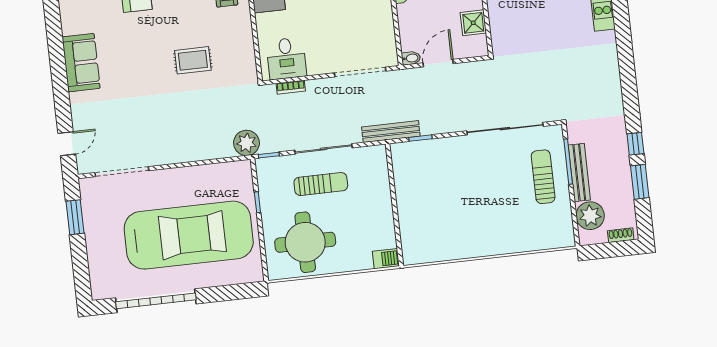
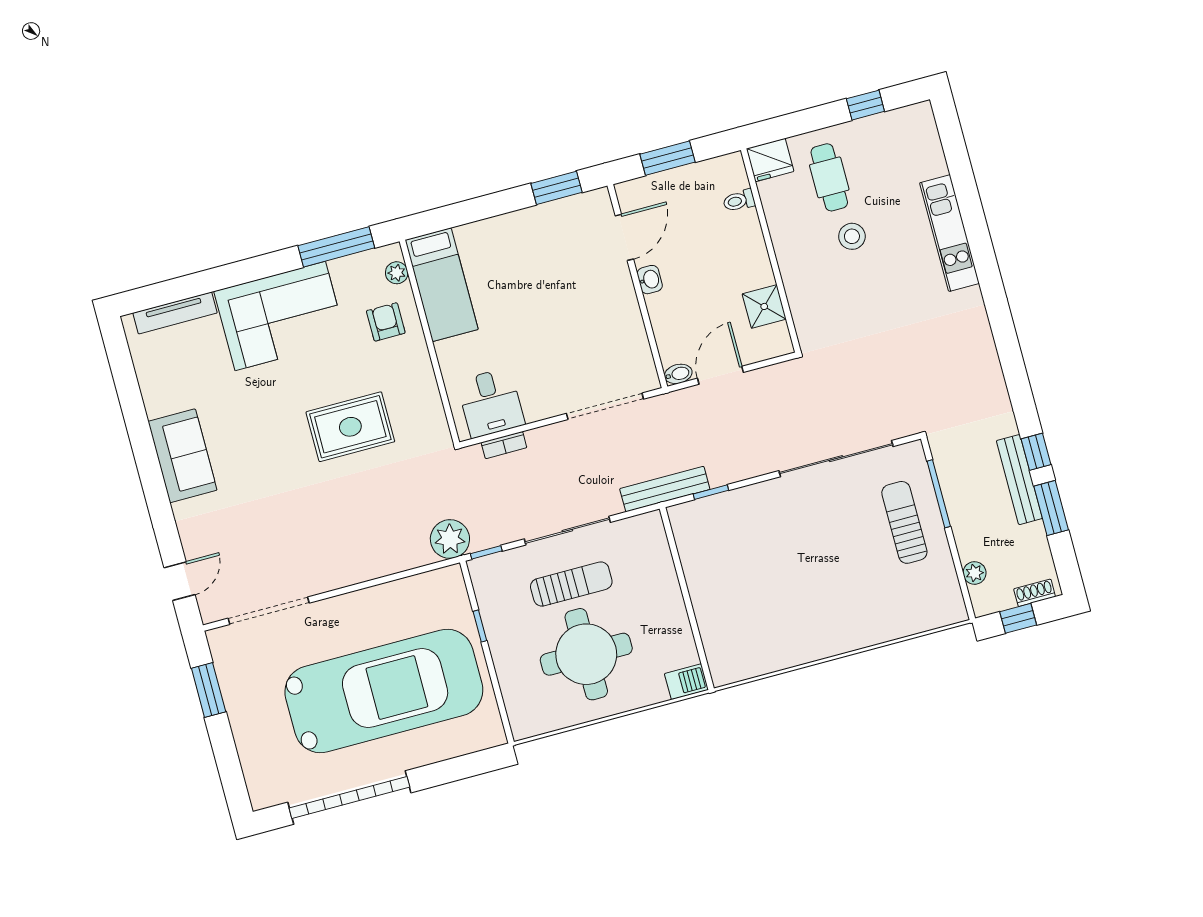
rug: (193, 60) -> (350, 427), width x1.36, depth x1.43
bench: (579, 172) -> (1019, 480), moved
plant: (590, 216) -> (975, 573), width x0.53, depth x0.53
round table: (305, 242) -> (586, 654), moved
window: (608, 250) -> (1018, 618), added

